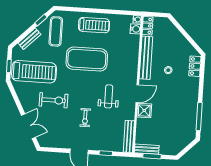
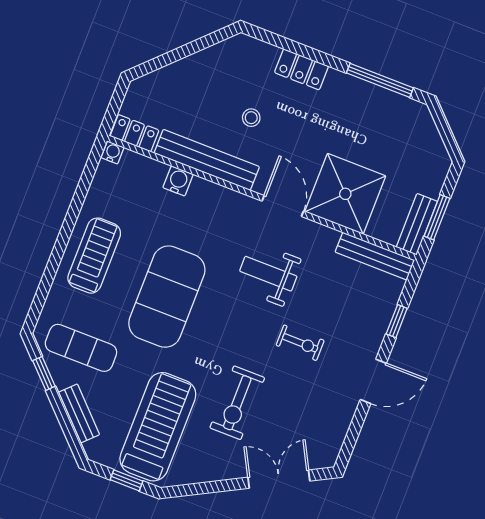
water cooler: (135, 29) -> (178, 181), moved
locker: (195, 66) -> (301, 69), moved
exercise bike: (54, 100) -> (237, 403), turned 180
shower: (144, 111) -> (345, 194), width x1.86, depth x1.86

